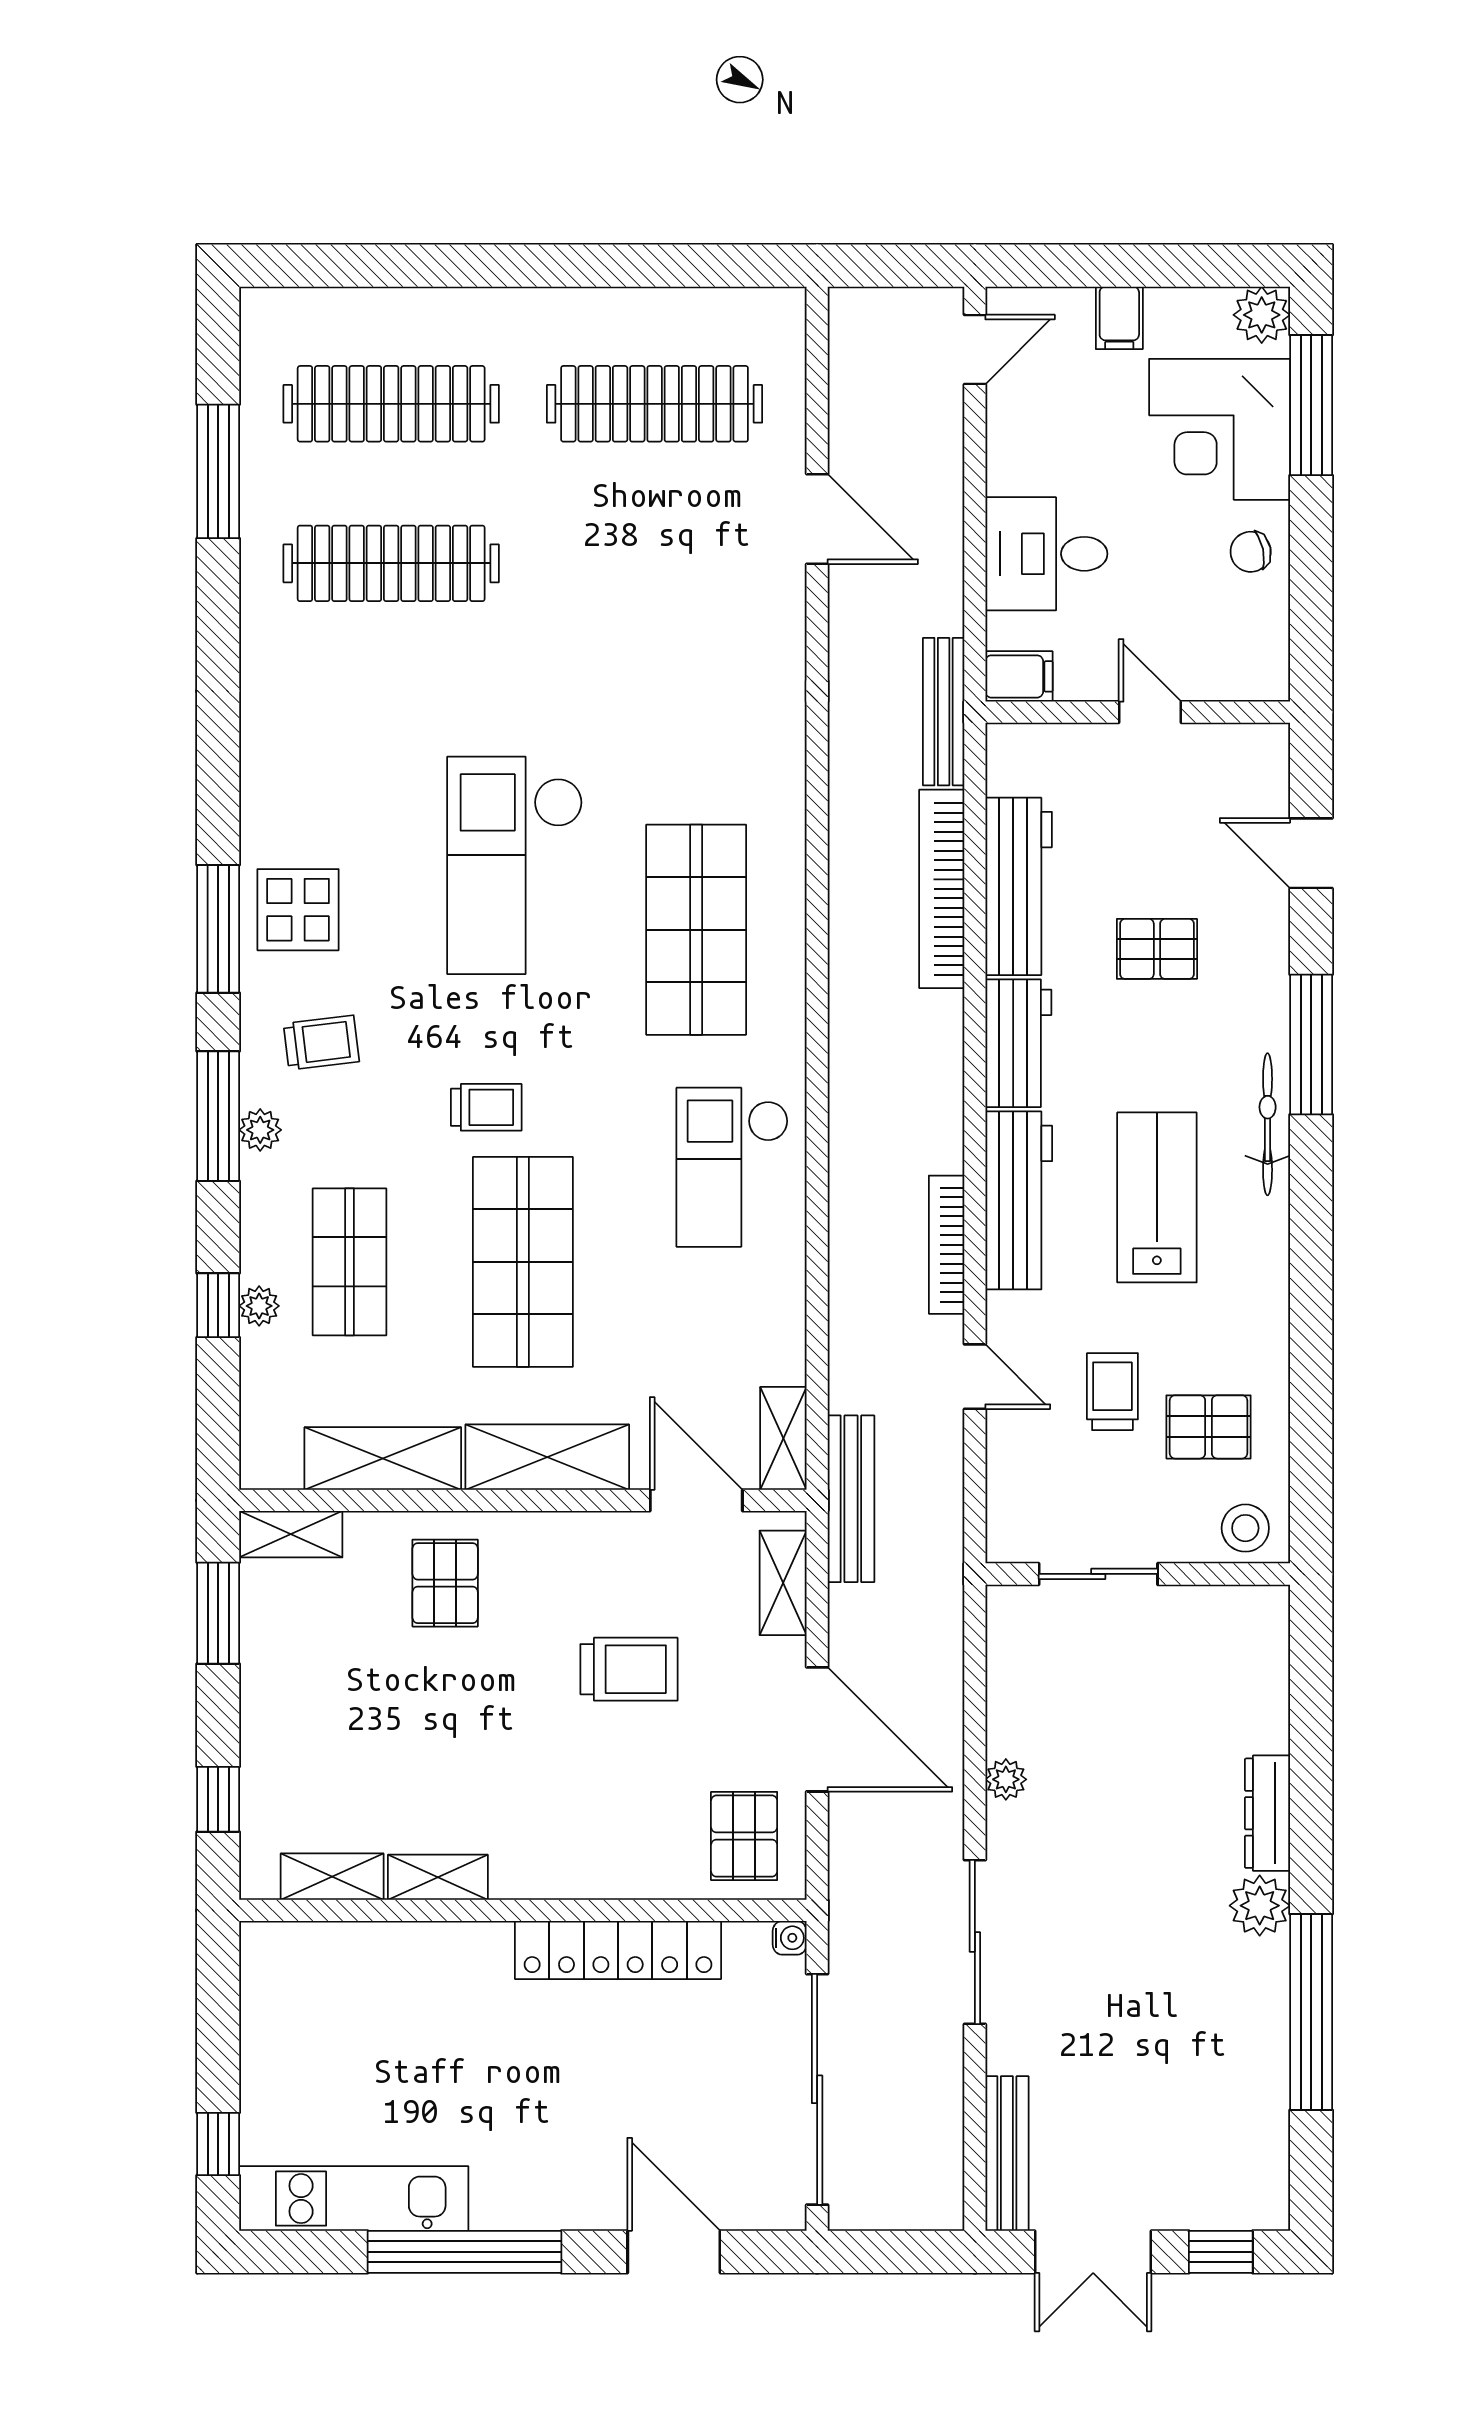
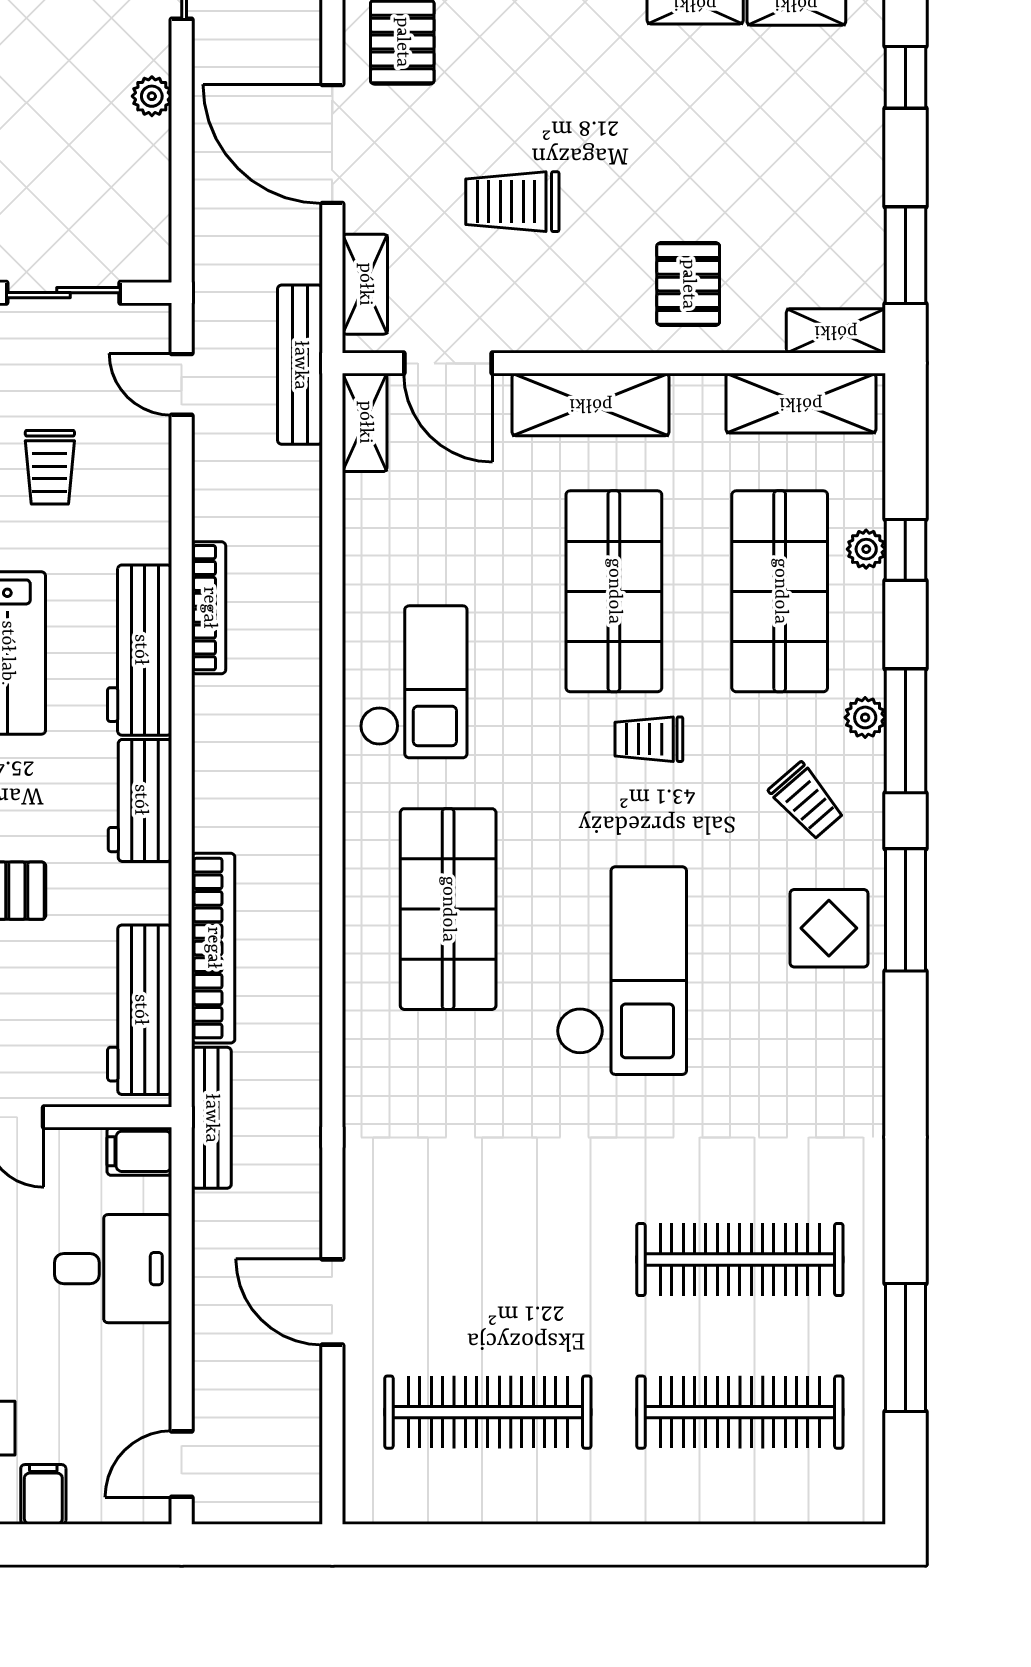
workbench: (1019, 886) -> (140, 1010), moved
trolley: (321, 1043) -> (807, 801), turned -124
shop shelf: (350, 1262) -> (780, 591), width x1.43, depth x1.36
door: (975, 1377) -> (182, 384), moved
shelving: (383, 1459) -> (801, 403), moved

